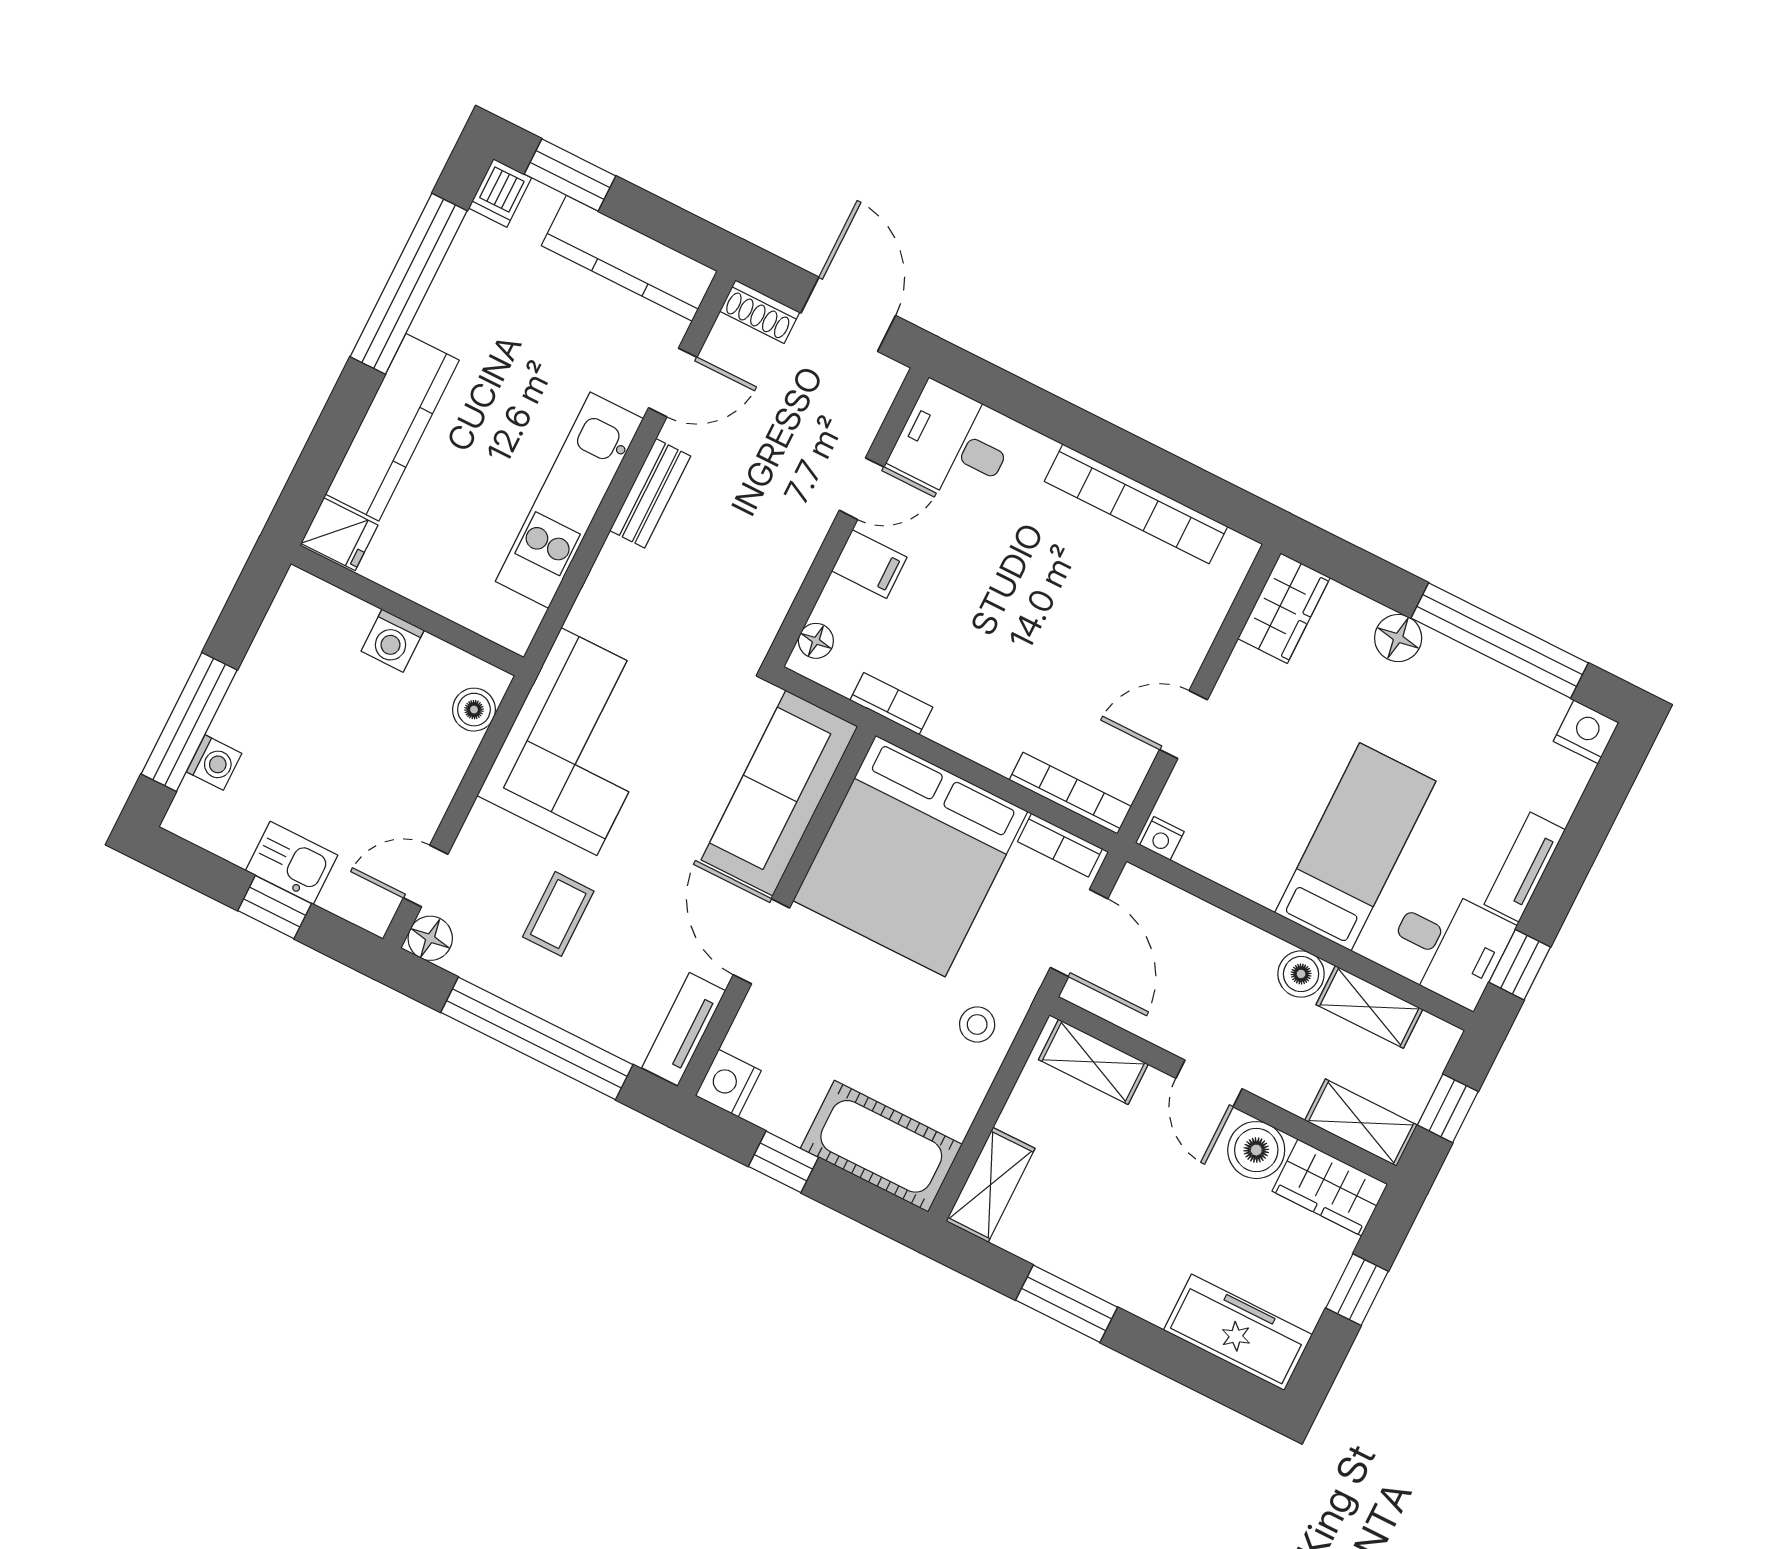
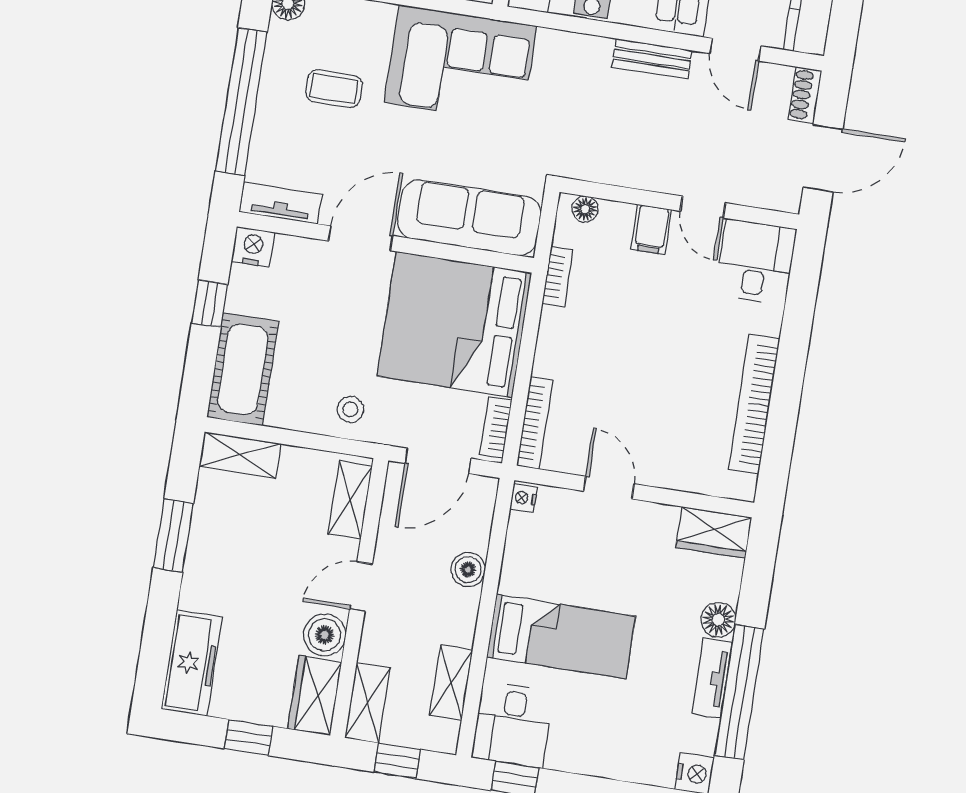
tv unit: (1525, 867) -> (712, 678), moved, turned -90
boiler: (1301, 974) -> (468, 570), moved

